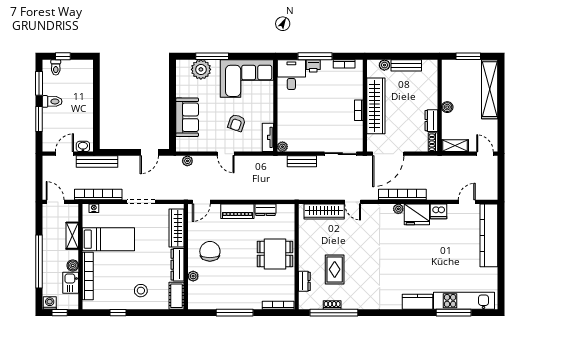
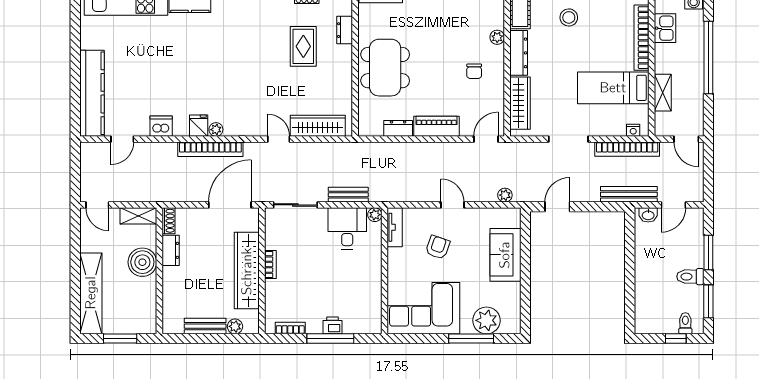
desk: (291, 75) -> (347, 228), moved, turned 180
boiler: (447, 107) -> (142, 262), width x1.86, depth x1.86
fridge: (417, 214) -> (199, 126), width x0.53, depth x0.75
chair: (210, 251) -> (474, 71), width x0.54, depth x0.54
dining table: (275, 254) -> (385, 68), width x1.38
boiler: (73, 265) -> (662, 52), removed

